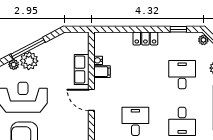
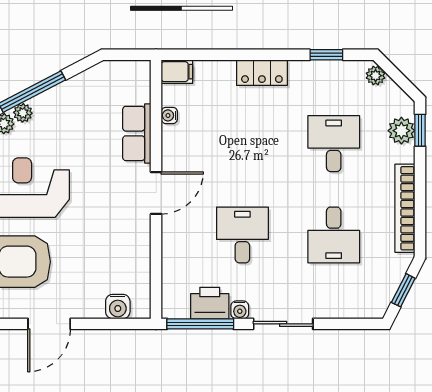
plant: (29, 61) -> (23, 113), width x0.53, depth x0.53
filing cabinet: (102, 72) -> (177, 72), moved
door: (91, 100) -> (156, 193), swing flipped

